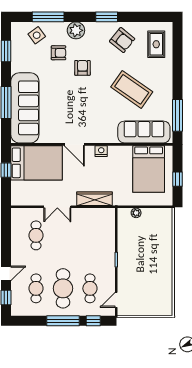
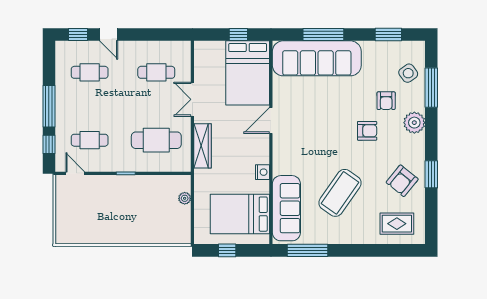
window: (107, 17) -> (431, 174), moved
nightstand: (101, 151) -> (262, 172), moved
cafe table: (63, 288) -> (156, 140), moved

